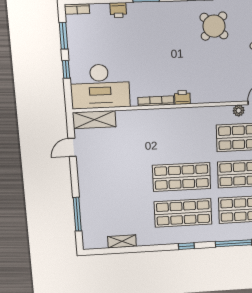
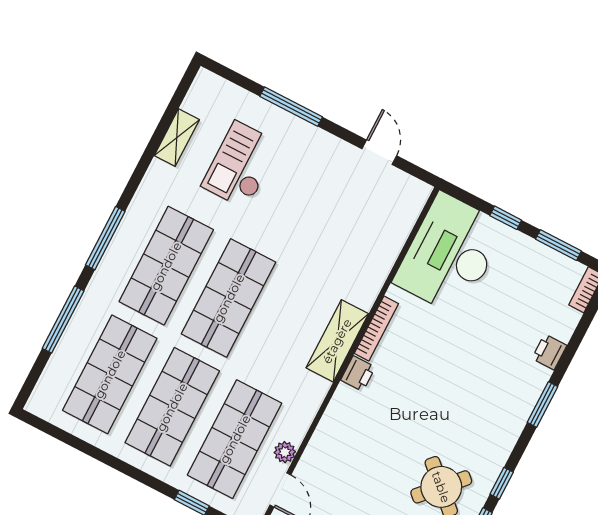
shelving: (94, 120) -> (337, 341), moved
checkout: (117, 206) -> (241, 165), added
window: (77, 214) -> (291, 107), moved
window: (186, 246) -> (105, 238), width x2.17

